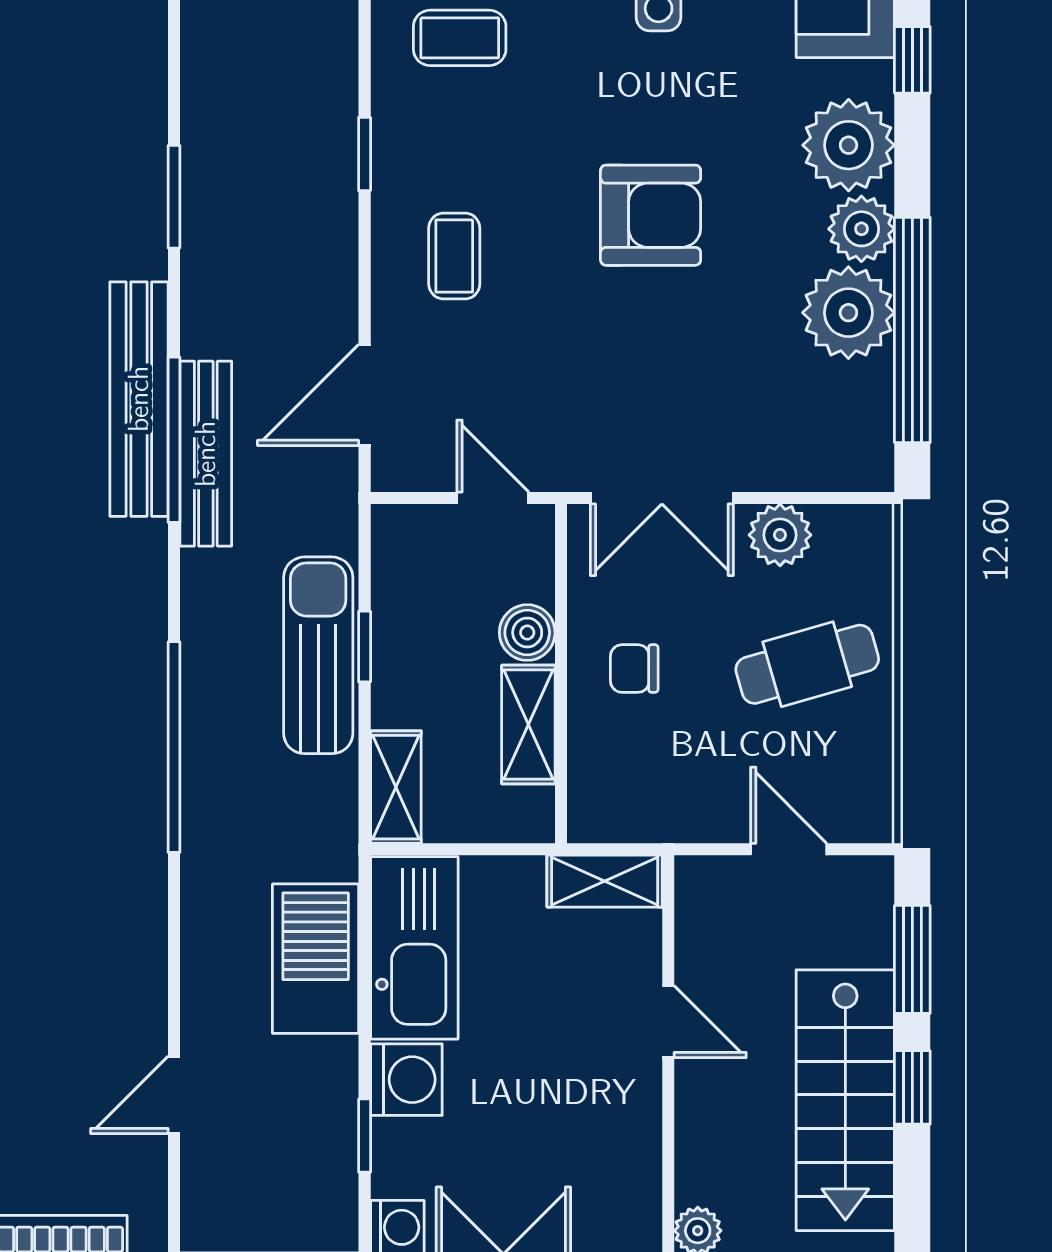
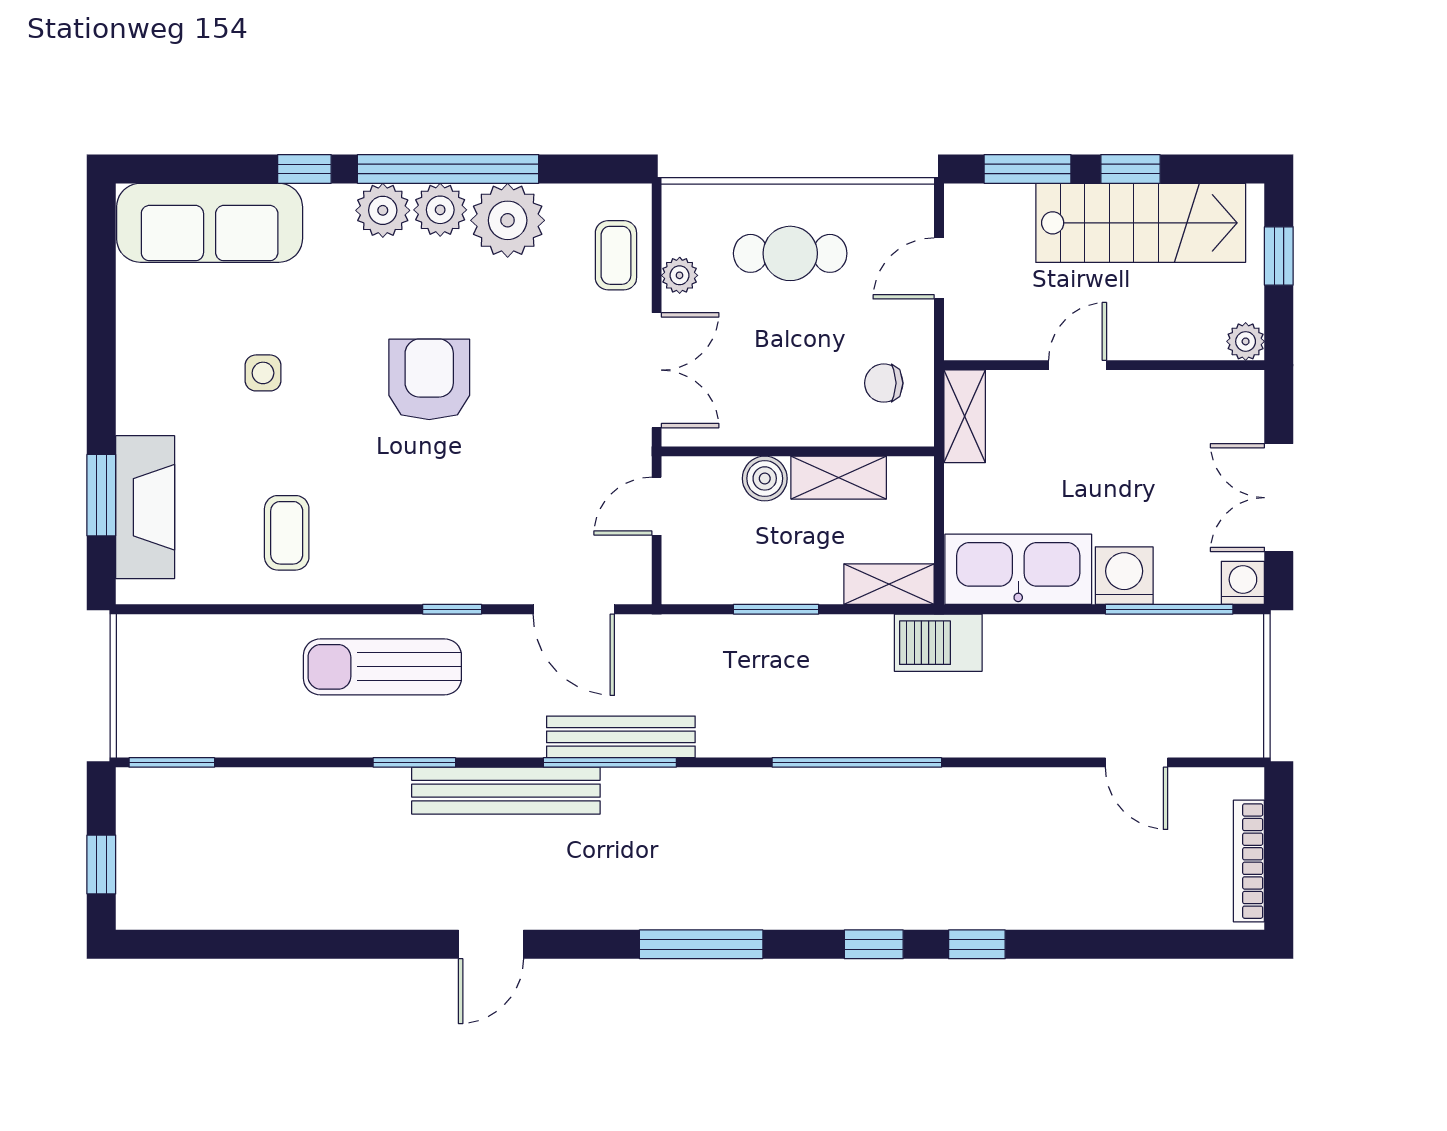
plant: (849, 145) -> (383, 210), width x0.73, depth x0.73
window: (365, 154) -> (452, 609), moved
coffee table: (454, 256) -> (616, 255), moved, turned 90
window: (912, 330) -> (448, 169), moved
bench: (139, 399) -> (506, 791), moved
plant: (780, 535) -> (680, 275), width x0.73, depth x0.73
window: (365, 647) -> (776, 609), width x1.50
sun lounger: (318, 655) -> (382, 667), moved
cafe table: (807, 664) -> (790, 253), turned -74
chair: (634, 669) -> (884, 383), moved, turned 90
barbecue: (316, 959) -> (938, 643), moved, width x0.73, depth x0.83
window: (365, 1136) -> (1169, 609), width x2.17

